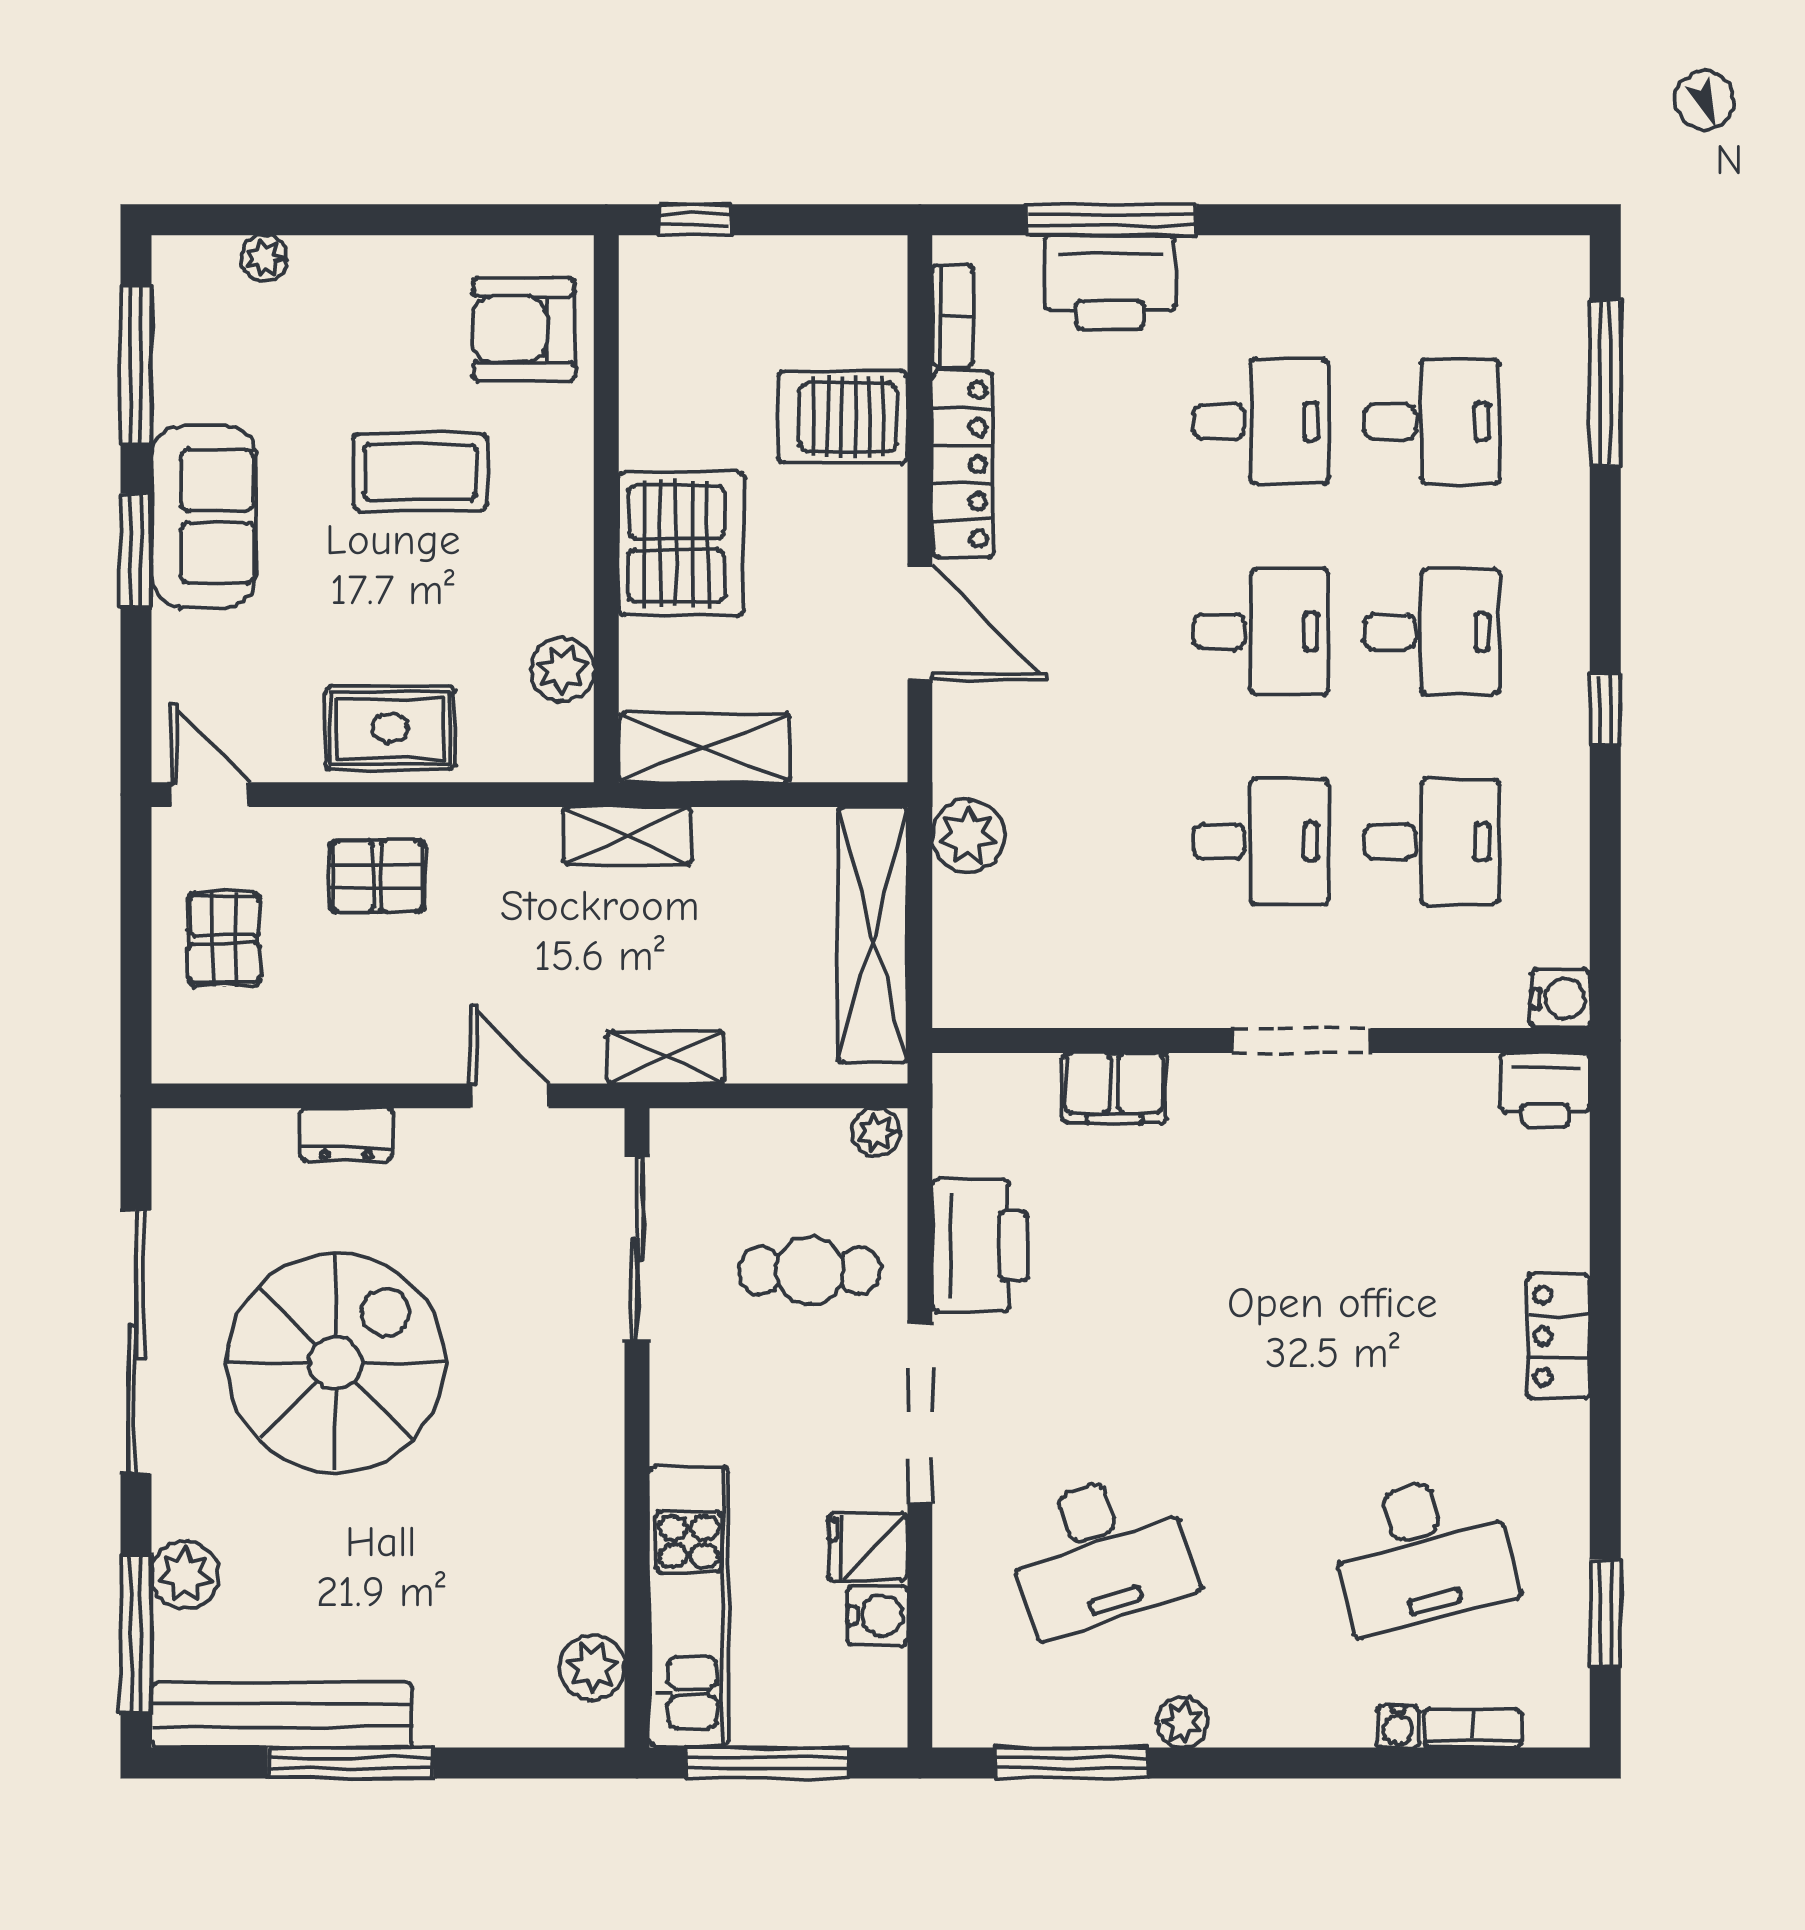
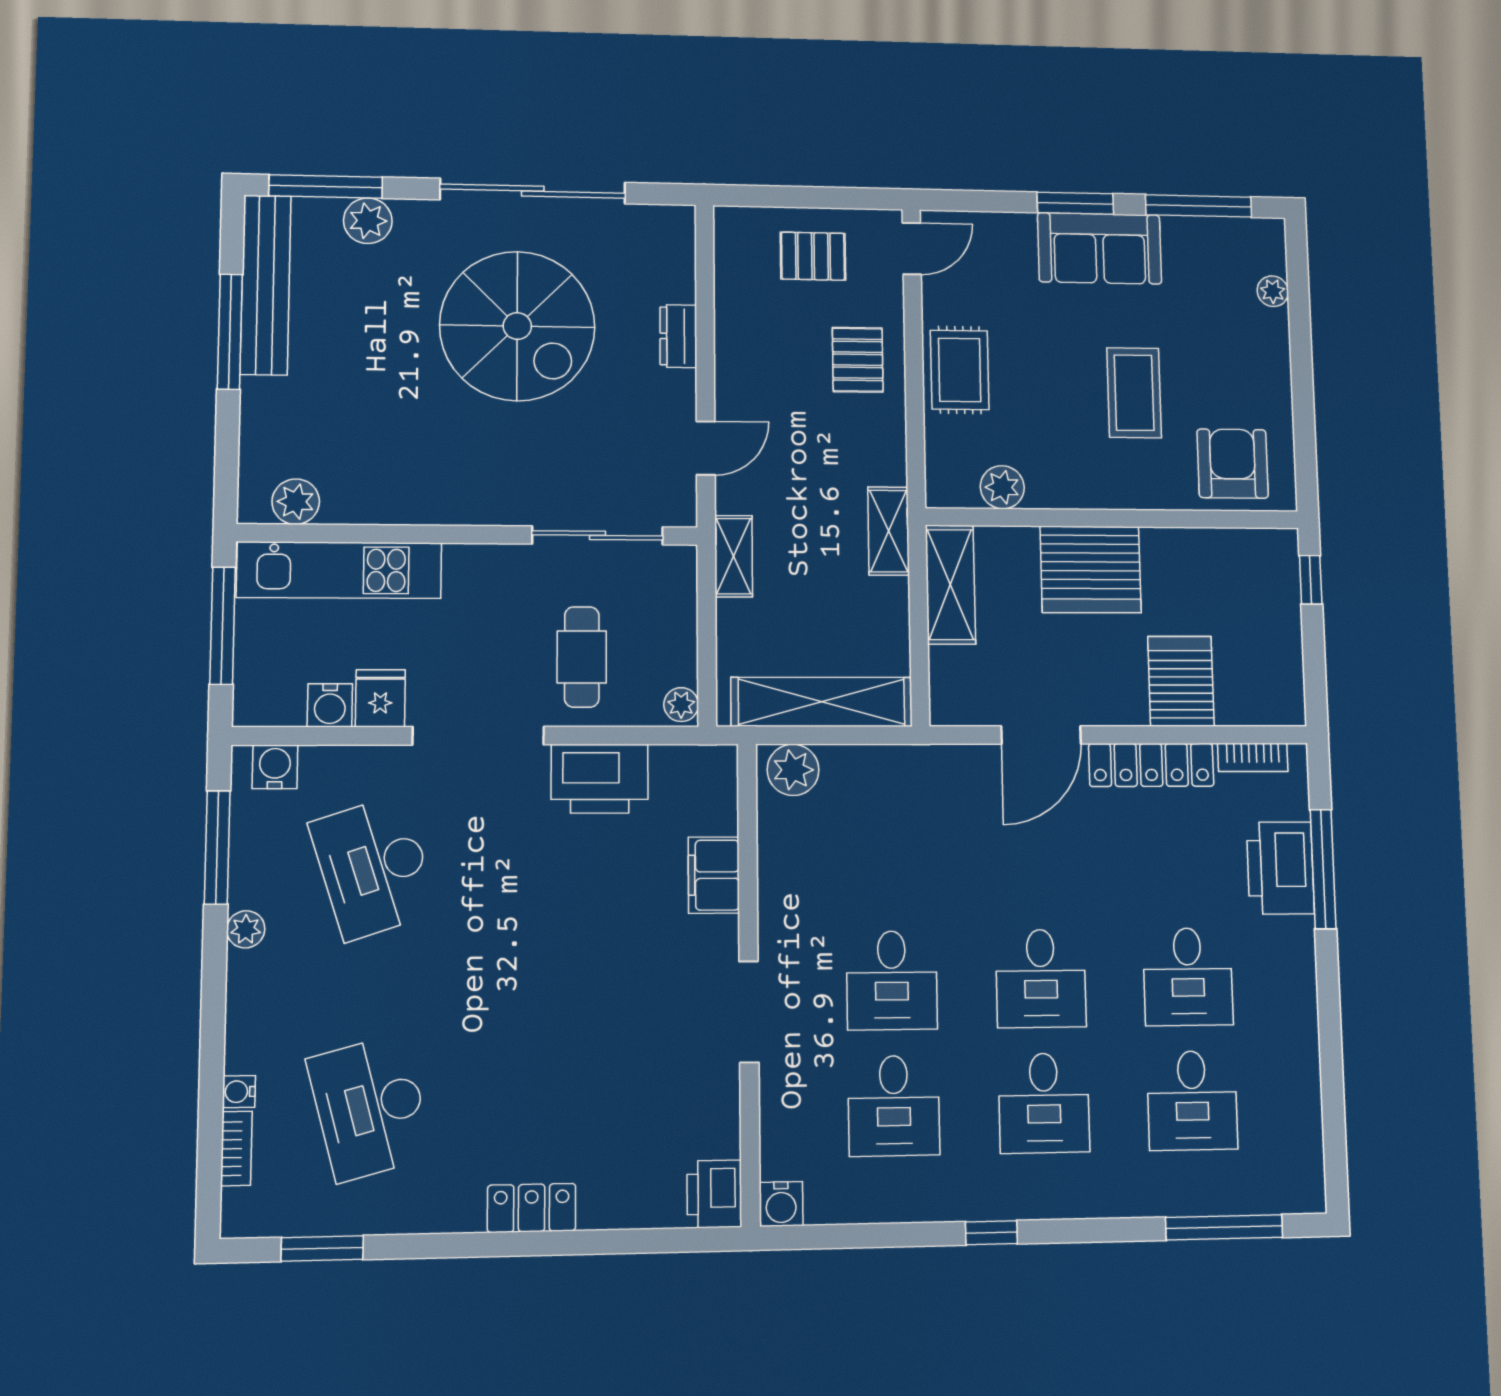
plant: (968, 836) -> (793, 770), moved
water cooler: (962, 1688) -> (275, 767), added

